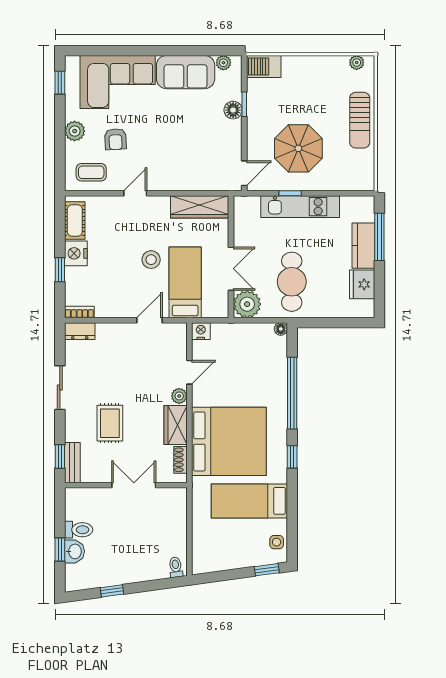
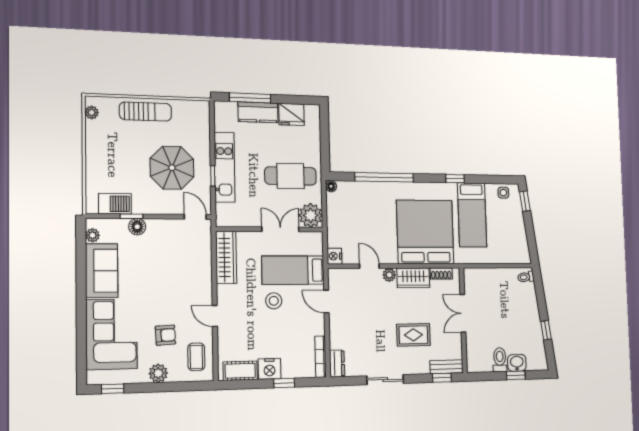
barbecue: (264, 66) -> (115, 204), moved, turned -90
bookcase: (79, 312) -> (321, 357), width x1.56
window: (292, 457) -> (455, 179), moved

